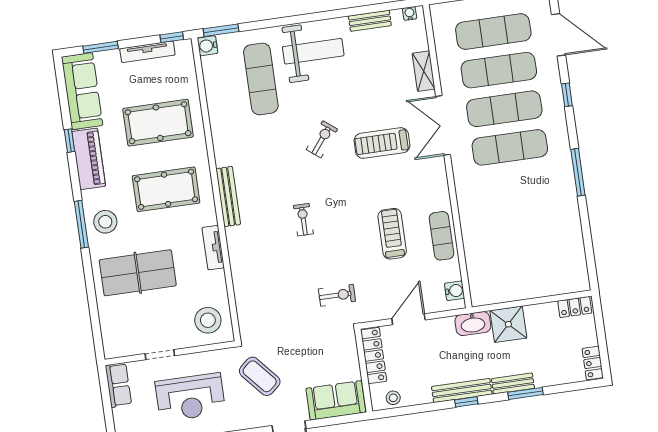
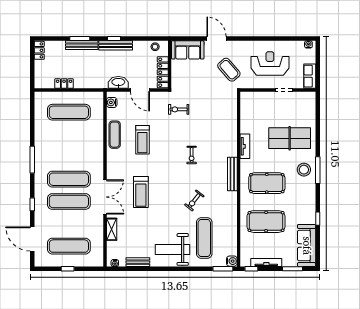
exercise mat: (499, 70) -> (69, 112), moved
exercise bike: (322, 139) -> (194, 200), moved
treadmill: (382, 143) -> (141, 192), turned 90
piano: (89, 159) -> (308, 207), removed
locker: (575, 307) -> (64, 84), moved
door: (409, 319) -> (140, 90), hinge flipped
stool: (208, 320) -> (254, 106), removed
washbasin: (473, 324) -> (118, 82), moved
shower: (508, 324) -> (84, 79), removed
bench: (513, 384) -> (82, 45), width x1.36

